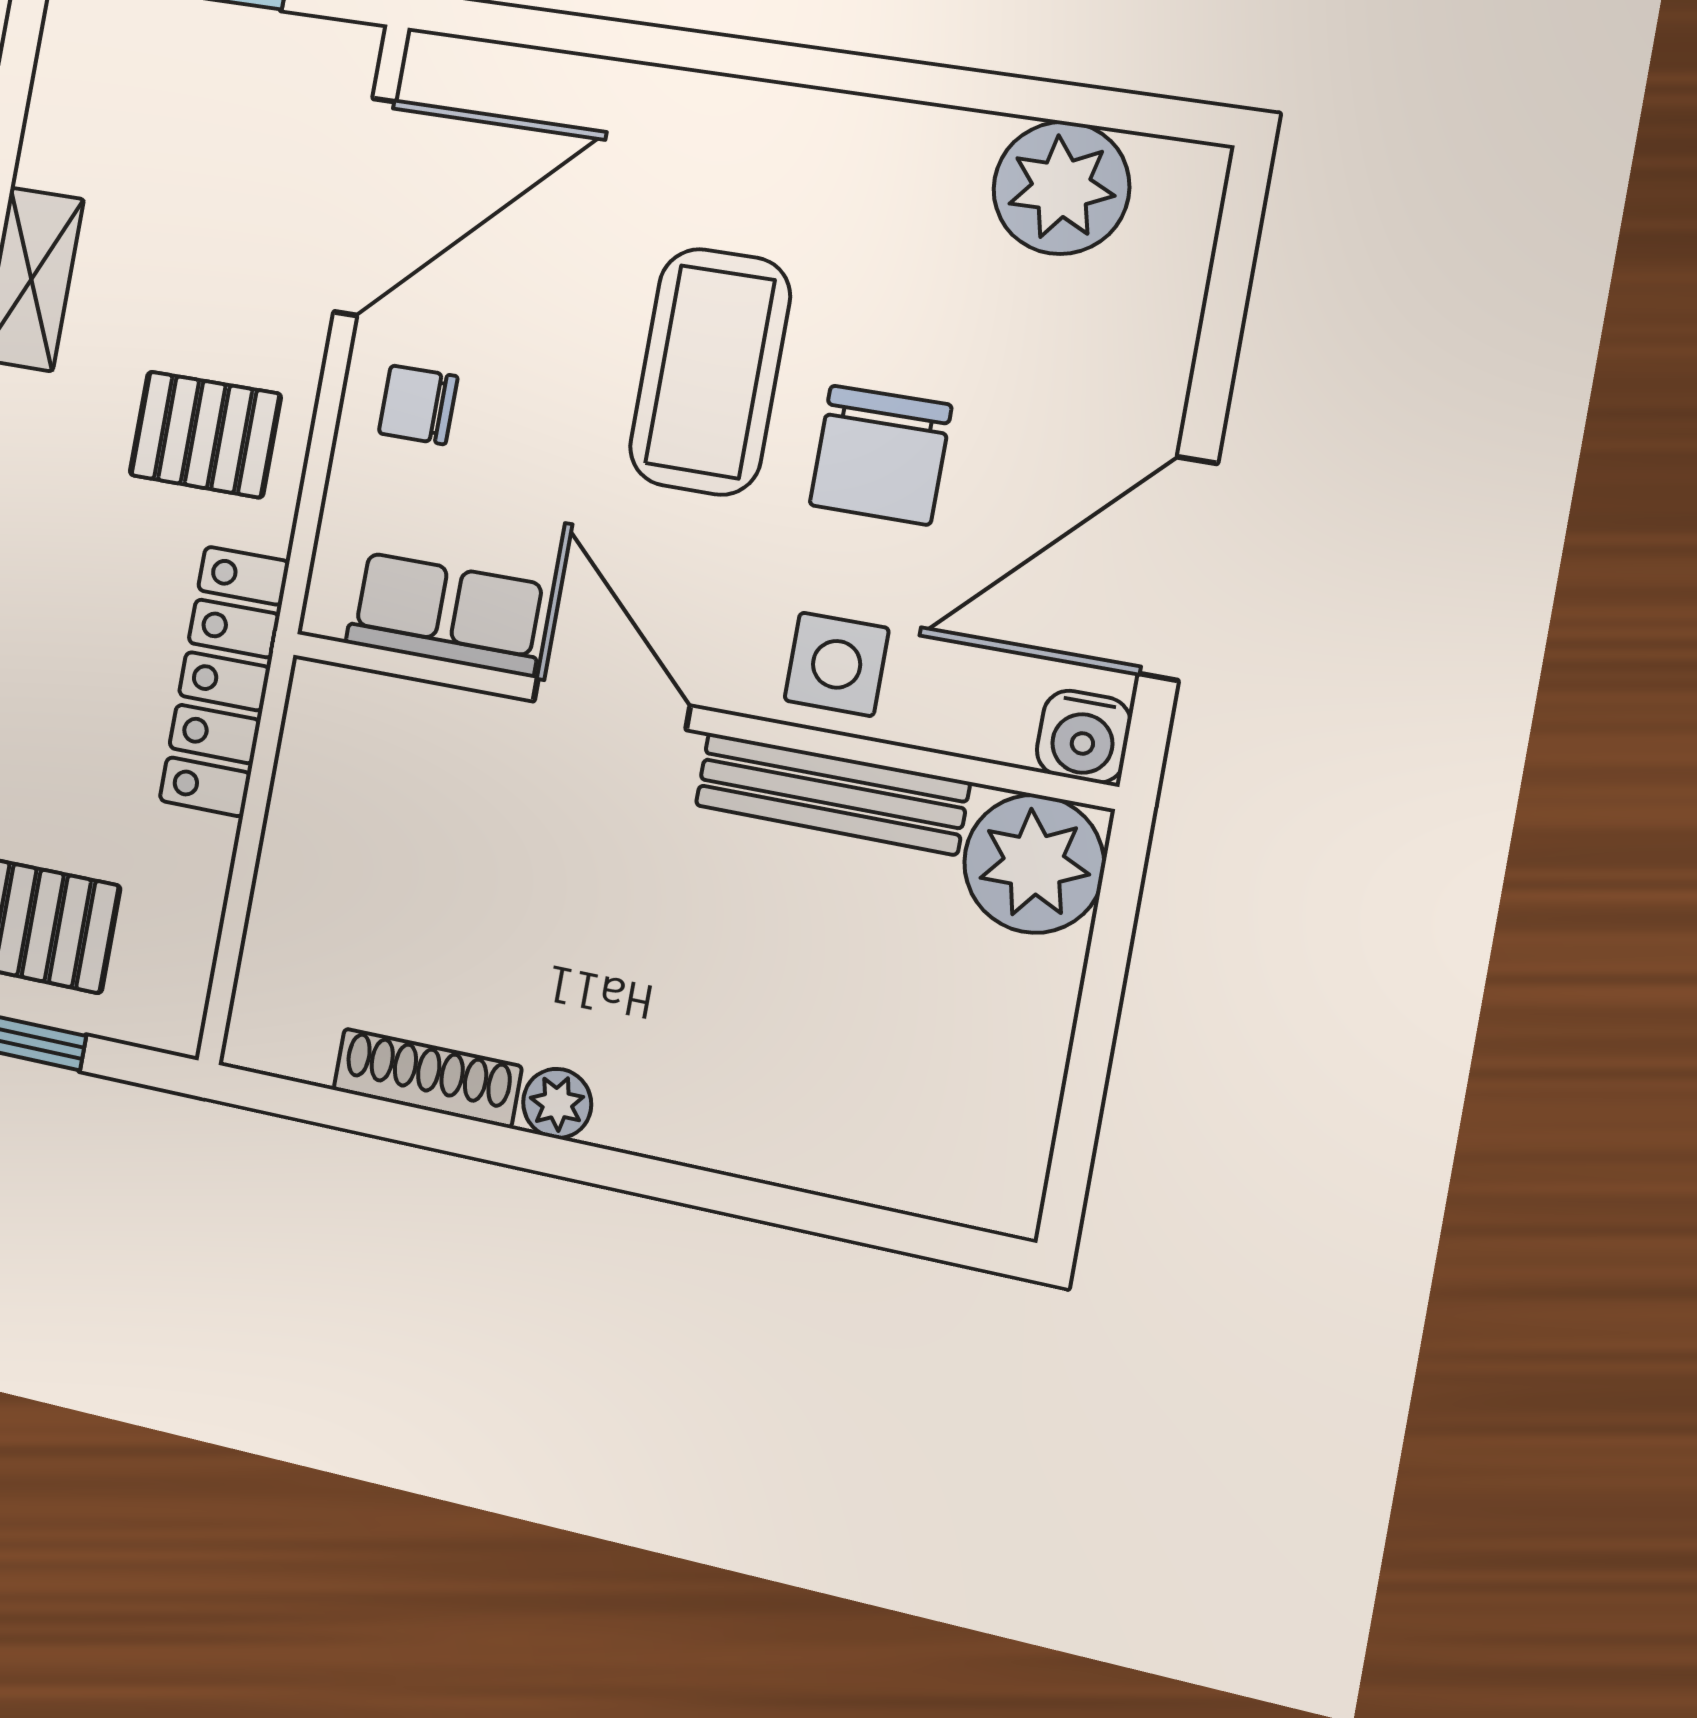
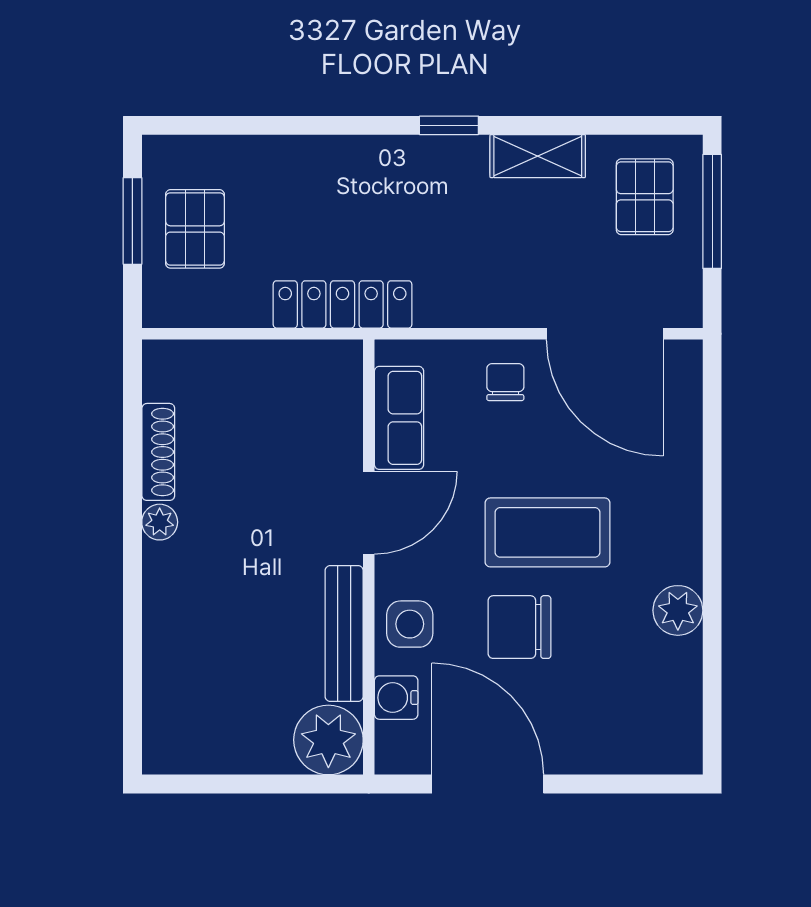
plant: (1061, 188) -> (678, 610), moved, width x0.73, depth x0.73
pallet: (205, 435) -> (645, 197), moved
water cooler: (1084, 737) -> (396, 698), moved

